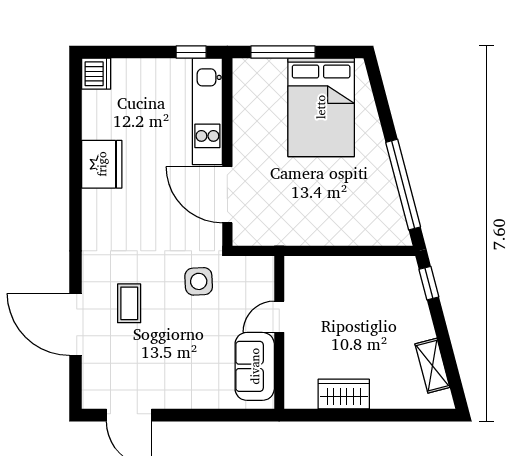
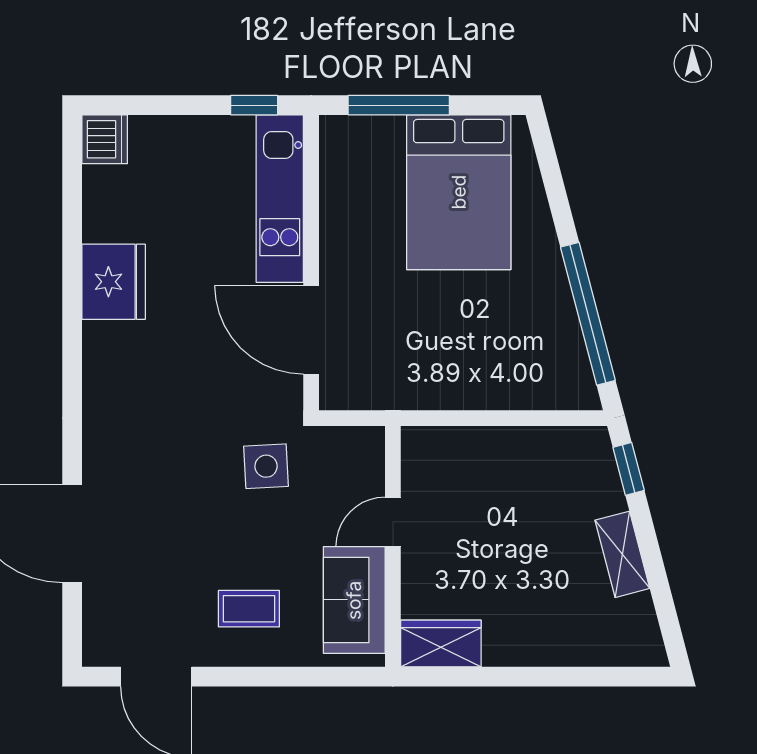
coffee table: (129, 303) -> (249, 609), moved, turned 90
shelving: (432, 366) -> (622, 554), moved
wardrobe: (344, 394) -> (441, 644), moved

